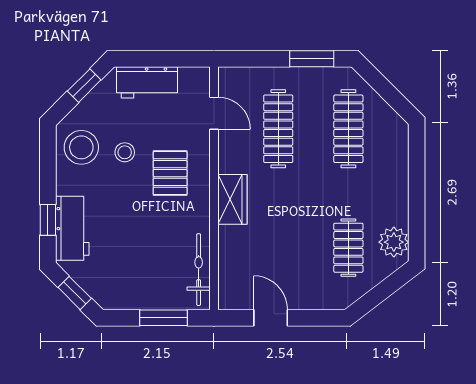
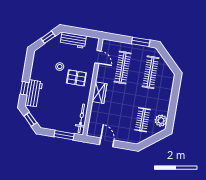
stool: (81, 147) -> (43, 62), removed
pallet: (170, 173) -> (76, 78), turned 90

